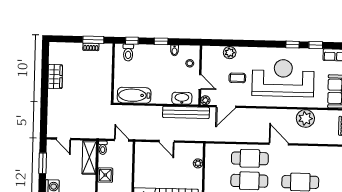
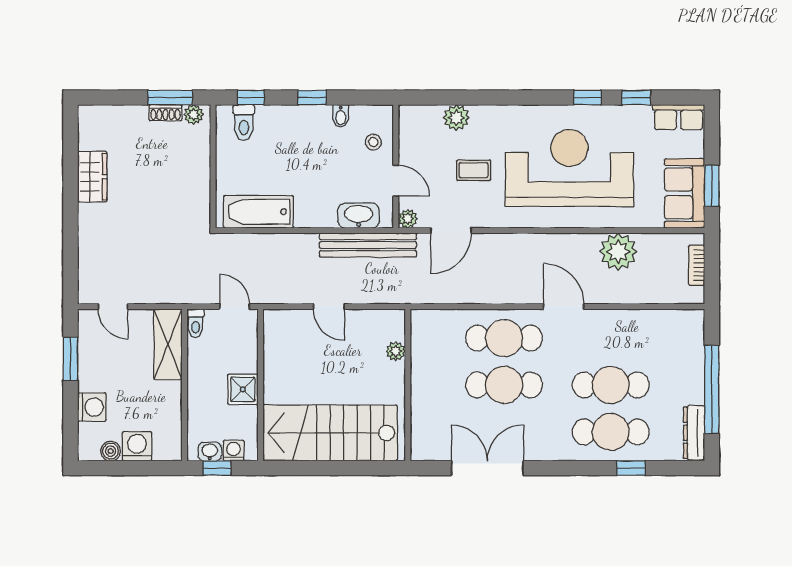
plant: (104, 48) -> (194, 114), added
shower: (105, 175) -> (243, 389), moved

